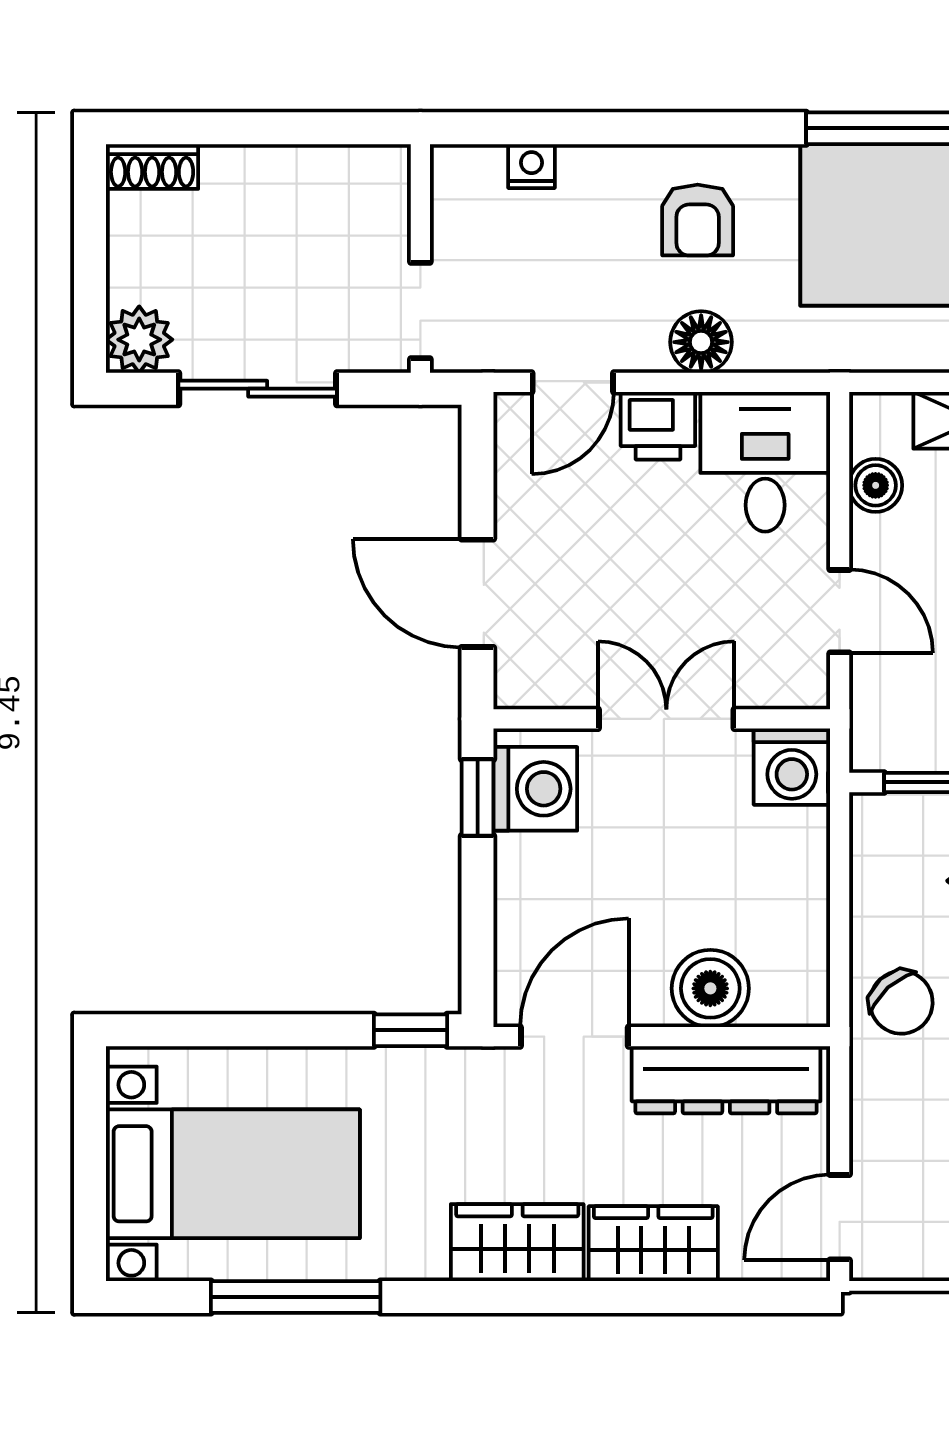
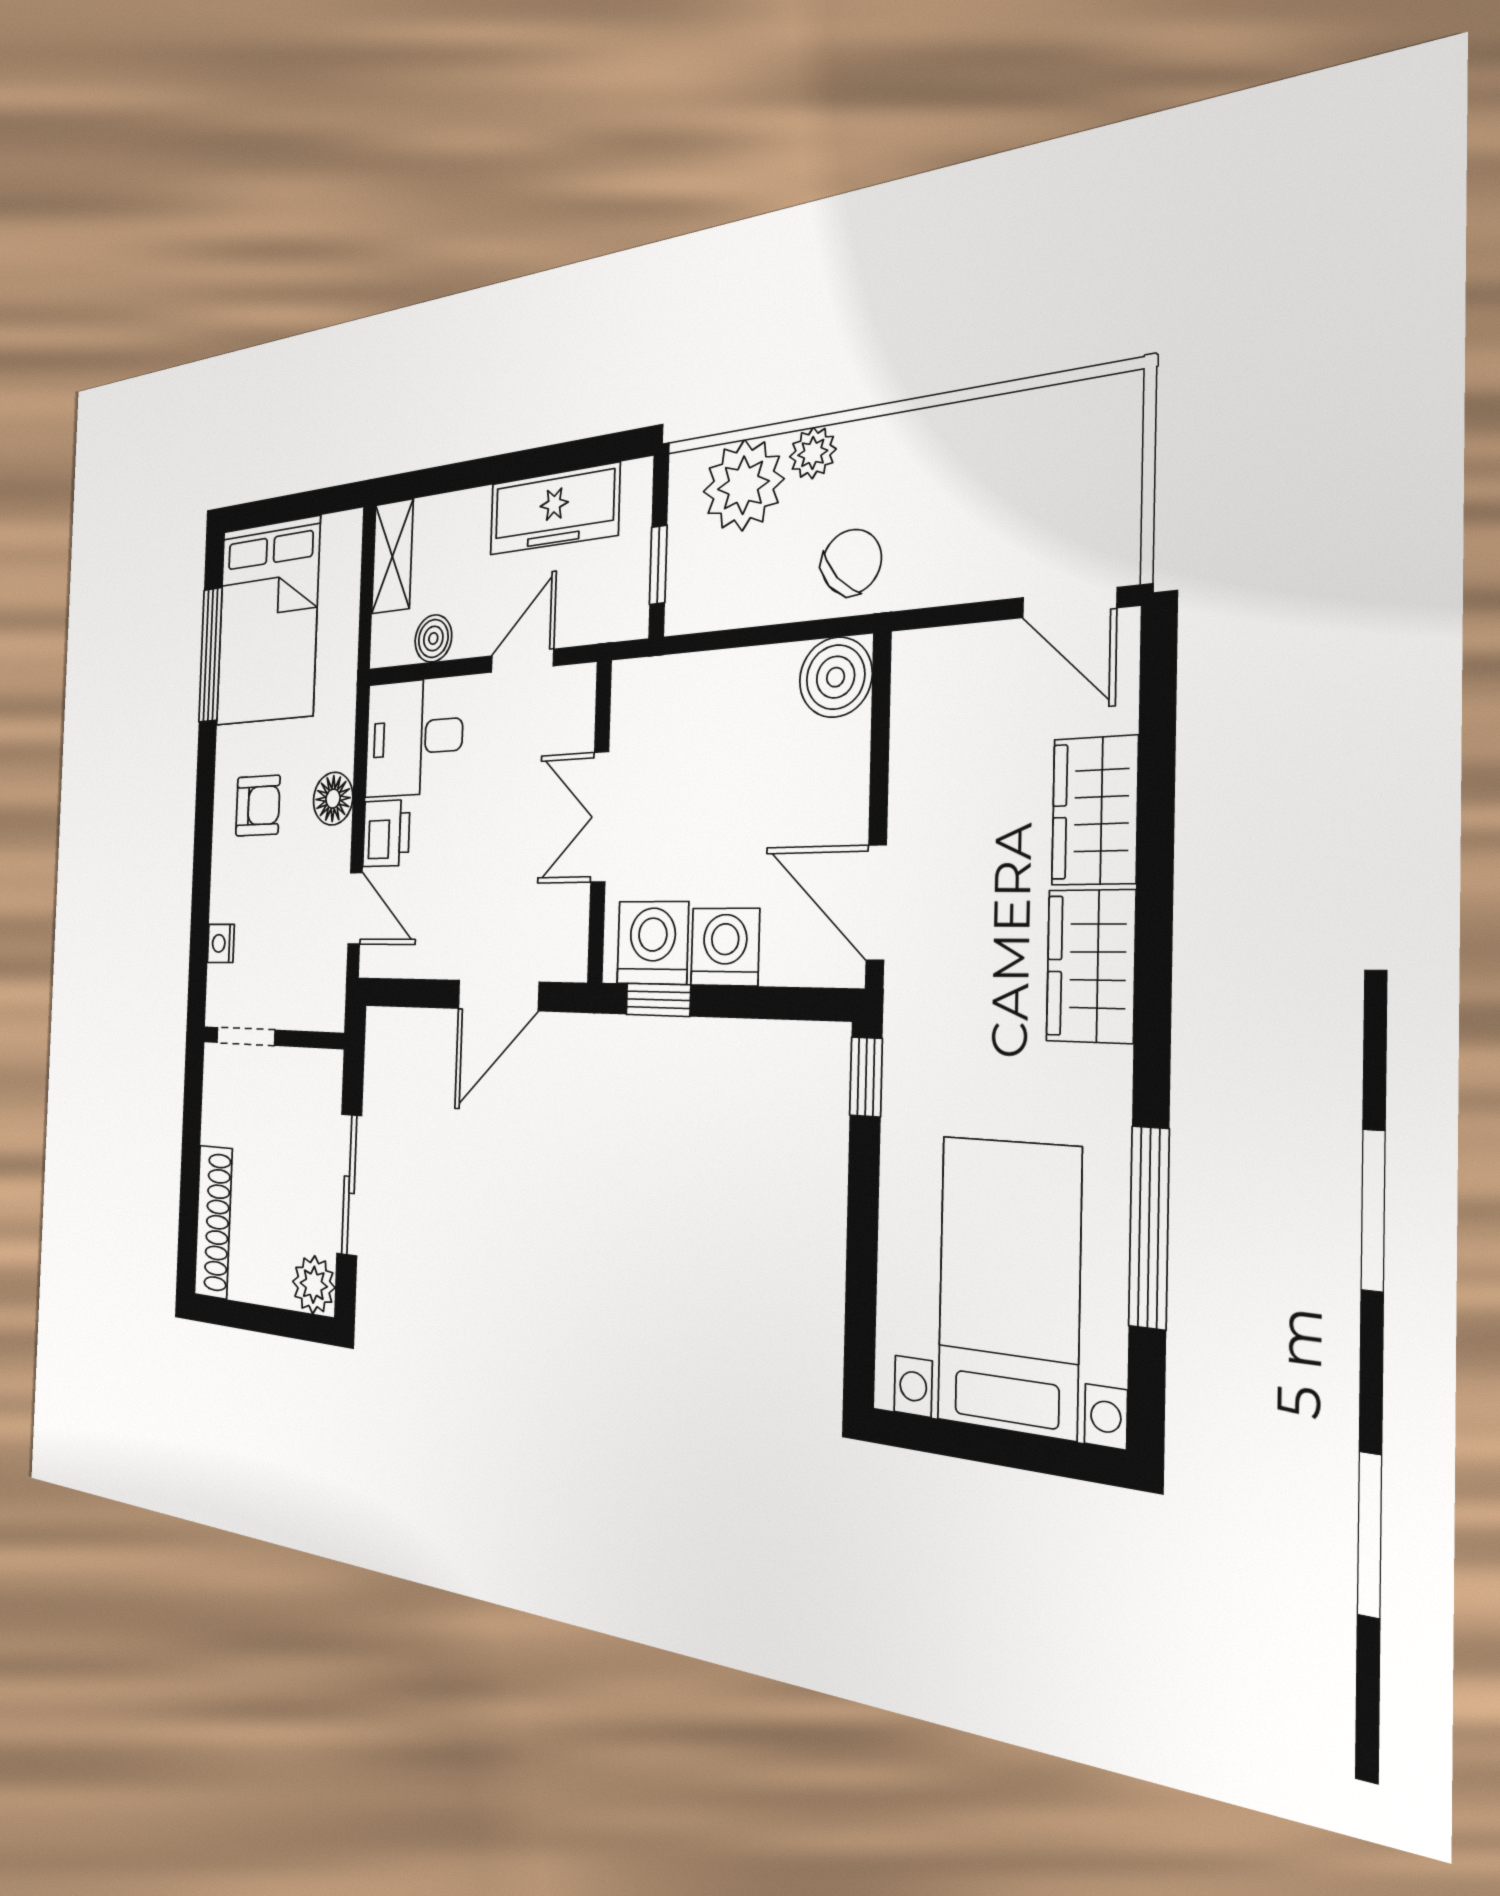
shoe rack: (152, 167) -> (213, 1222), width x1.94, depth x1.24
doorway: (420, 311) -> (246, 1036), moved
washing machine: (792, 767) -> (725, 947), moved, turned -90
boiler: (710, 988) -> (836, 677), moved
dresser: (726, 1080) -> (922, 739), removed

